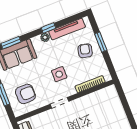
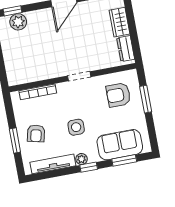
window: (48, 28) -> (89, 167), moved
side table: (59, 74) -> (76, 127), moved

